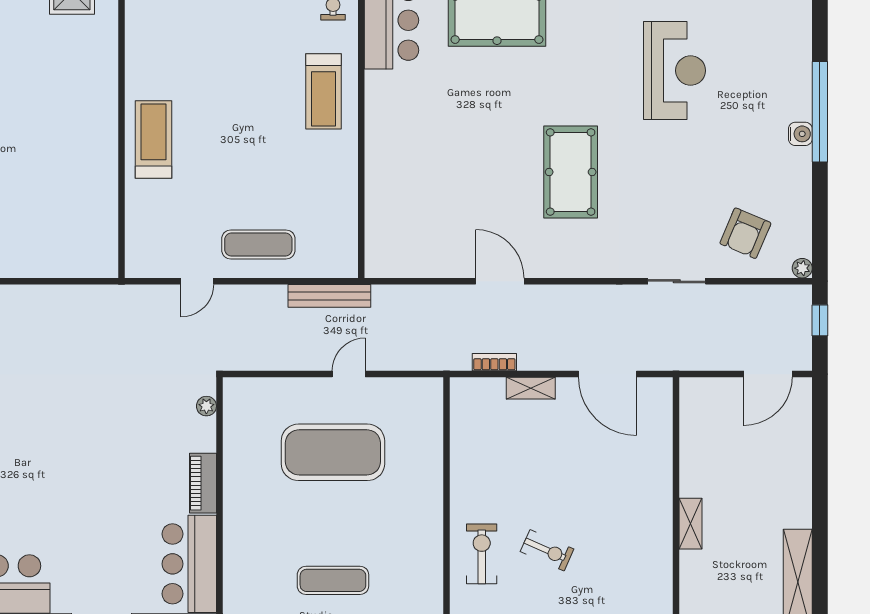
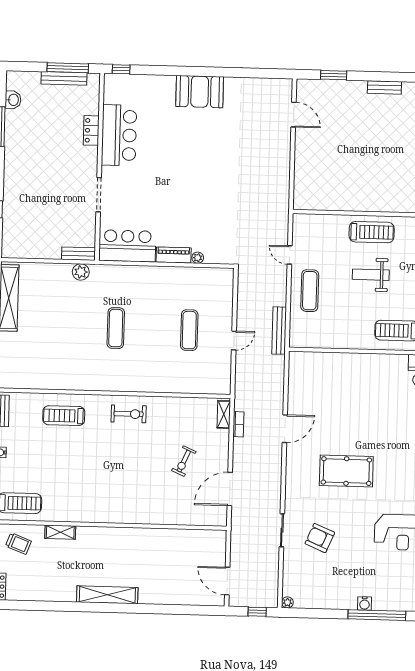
weight bench: (228, 139) -> (371, 275), added
armchair: (745, 233) -> (320, 538), moved
door: (349, 374) -> (234, 340), hinge flipped
shelving: (531, 388) -> (224, 414), moved
plant: (206, 406) -> (198, 258), moved
exercise mat: (333, 452) -> (189, 330), width x0.50, depth x0.69
shelving: (691, 524) -> (143, 534), removed
exercise bike: (547, 550) -> (184, 461), moved

